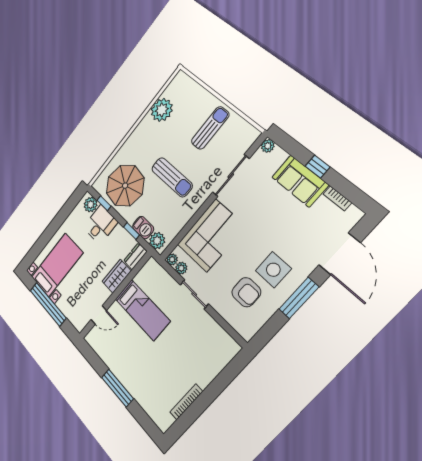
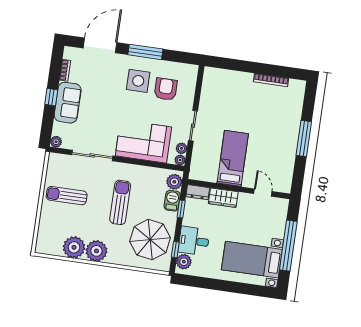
plant: (146, 130) -> (96, 251), added

